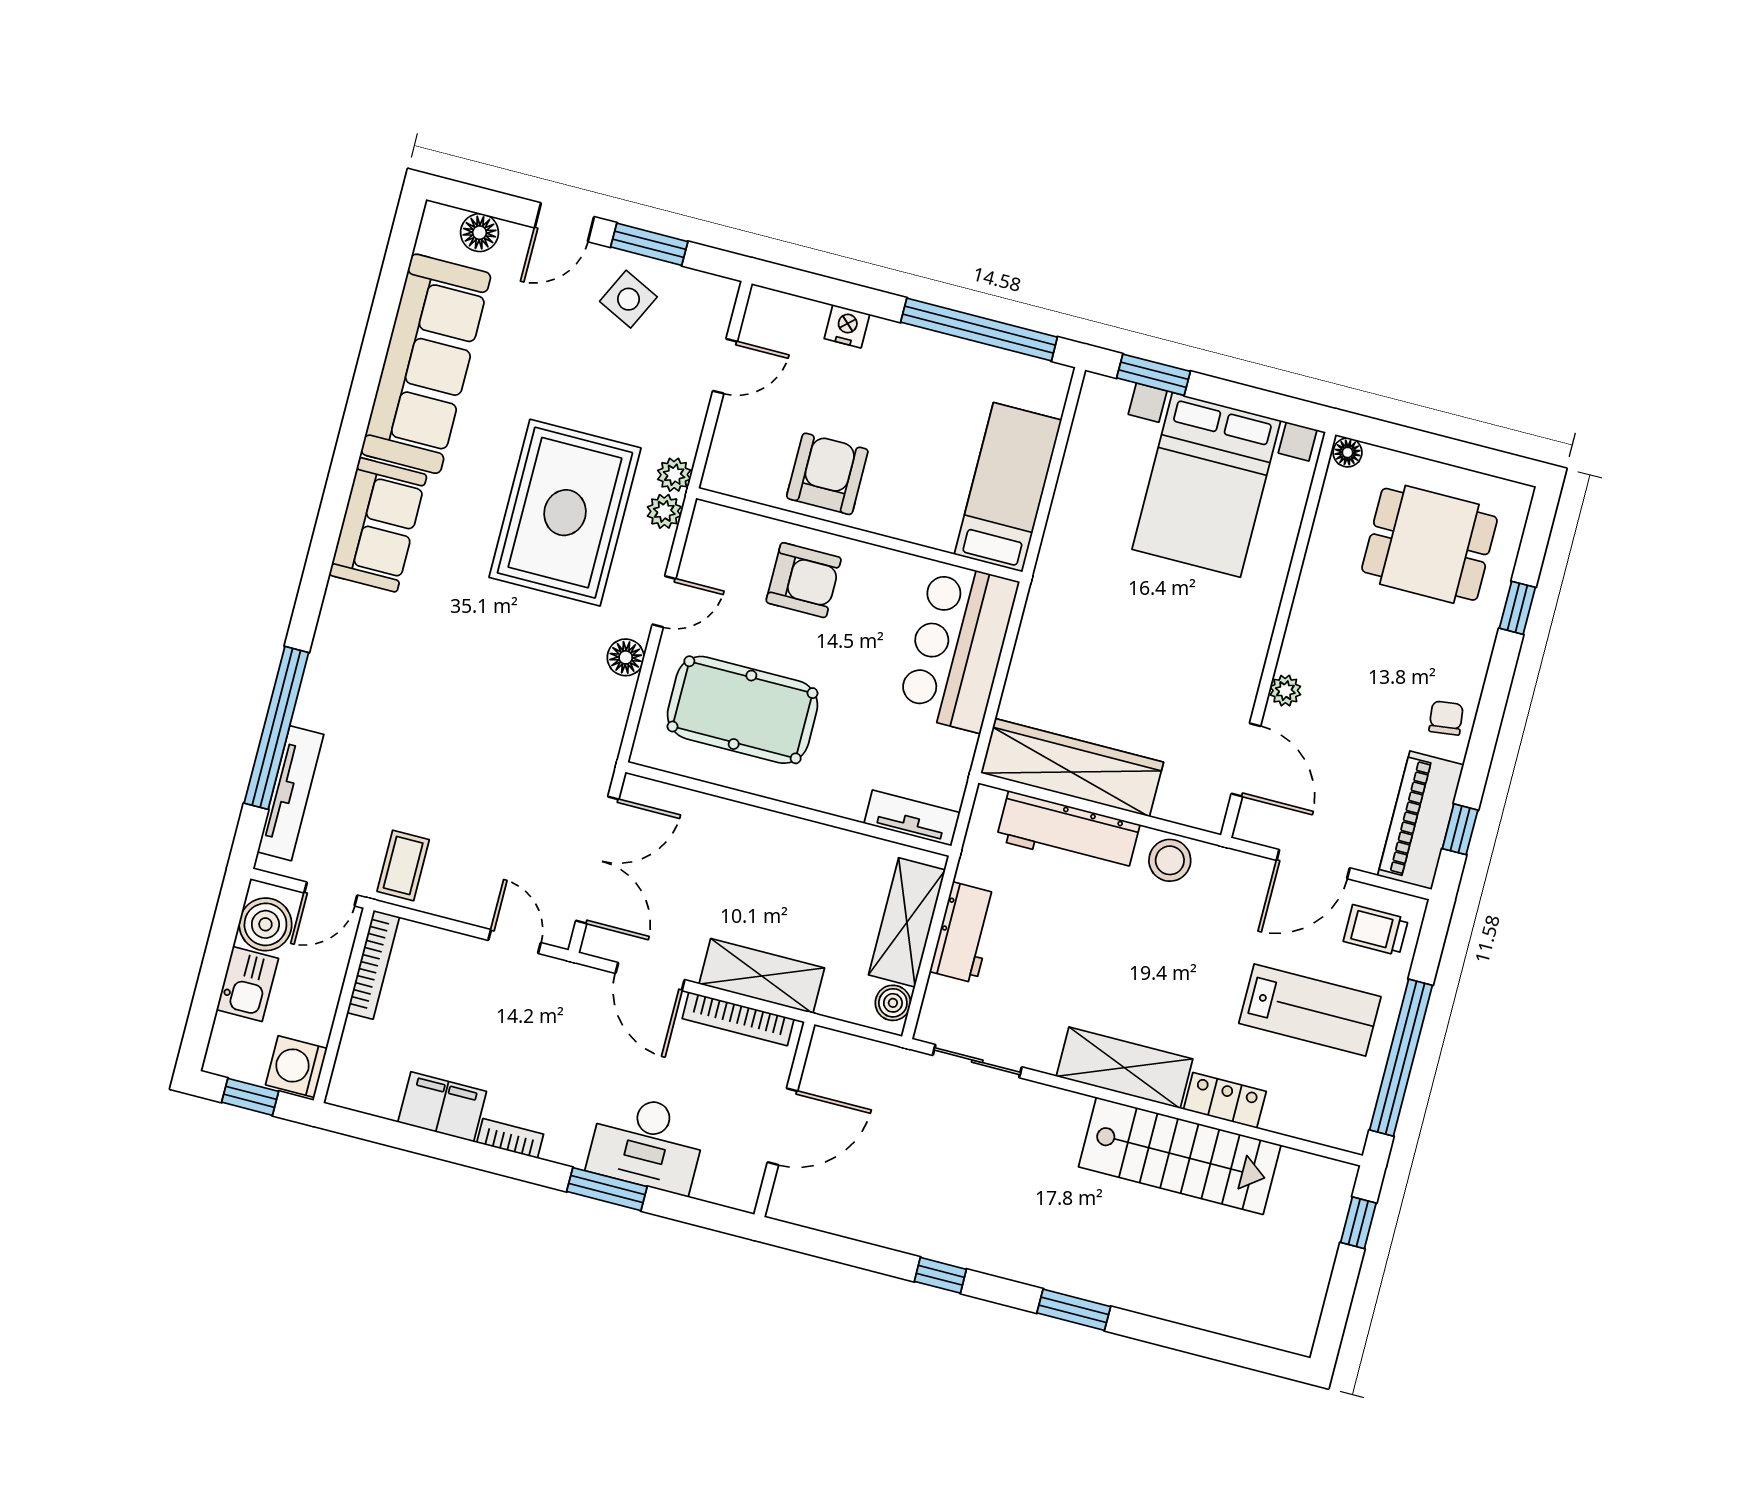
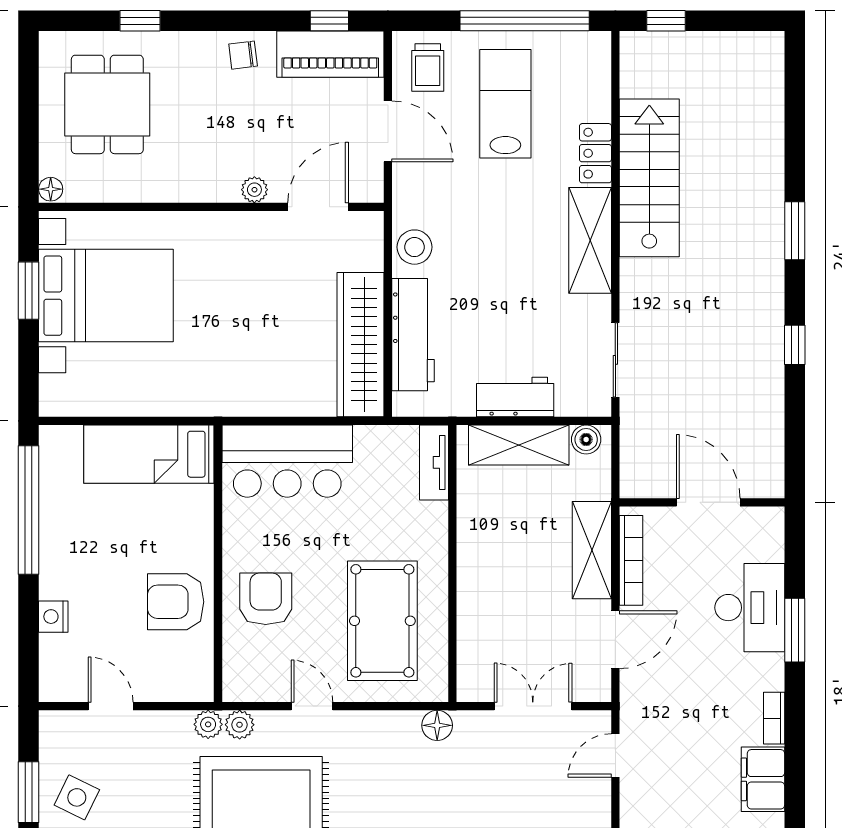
window: (1154, 375) -> (29, 291), moved
floor lamp: (626, 657) -> (437, 725), moved
double door: (597, 860) -> (533, 706), width x0.73

